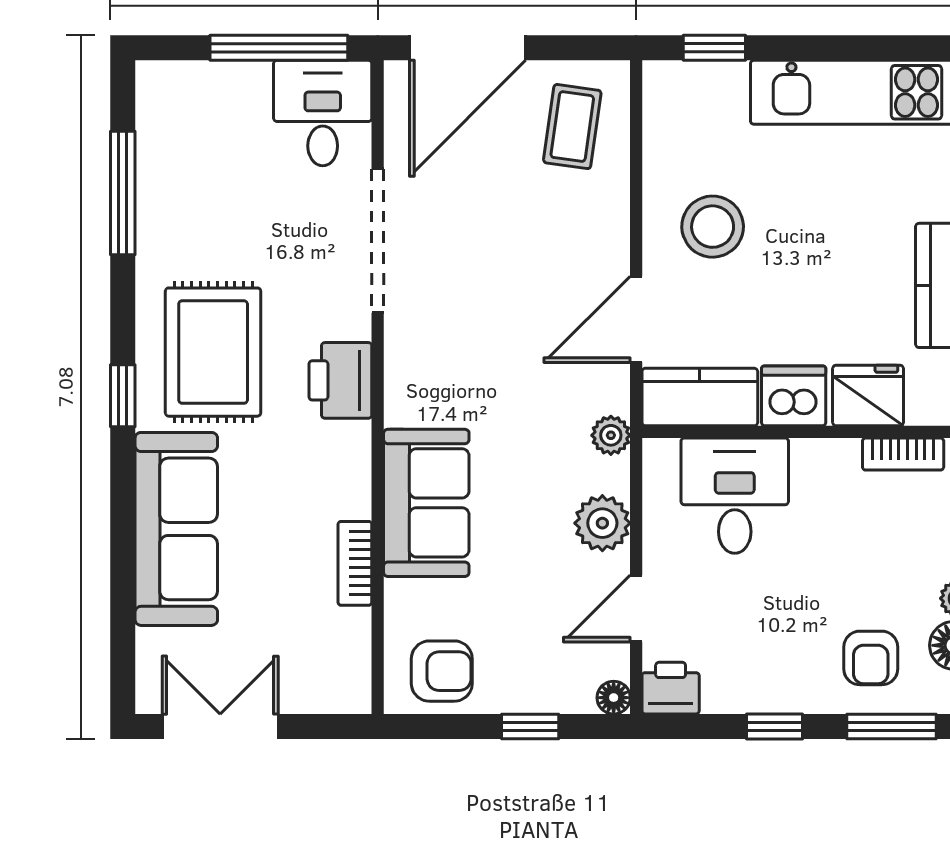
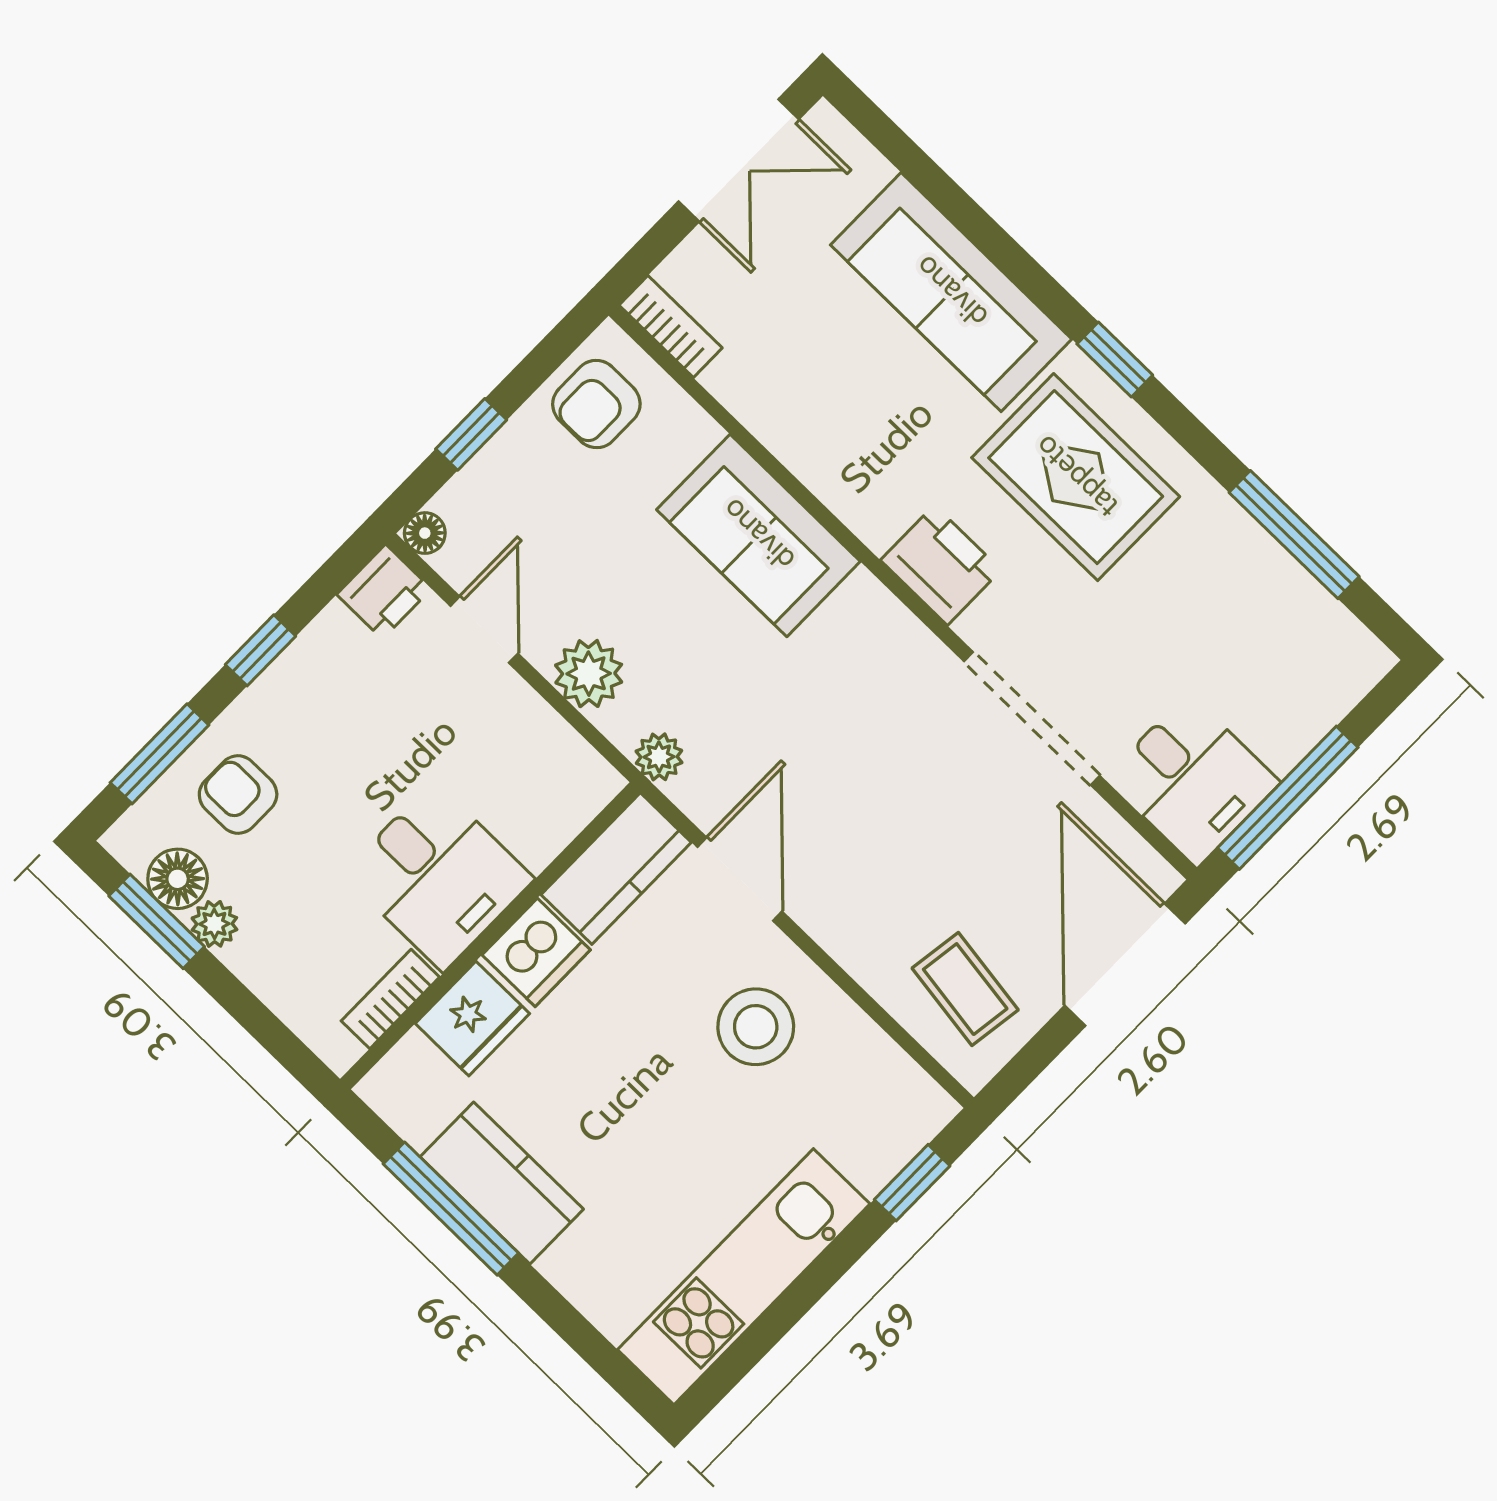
desk: (735, 496) -> (438, 876), moved
bookcase: (355, 563) -> (671, 326), moved

